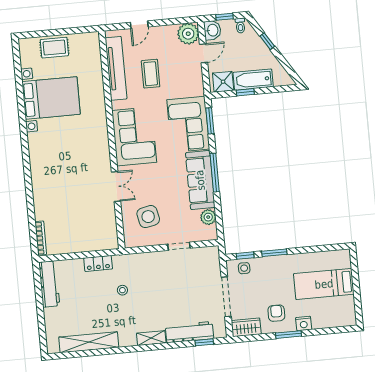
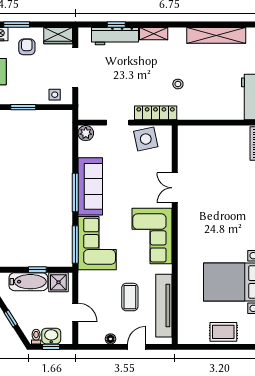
floor lamp: (166, 30) -> (110, 339), added
washbasin: (212, 30) -> (51, 336), moved, turned 90
plant: (188, 34) -> (89, 333), removed
door: (204, 53) -> (75, 312), swing flipped
window: (210, 121) -> (75, 245), width x1.44
side table: (148, 217) -> (146, 139), moved
plant: (208, 217) -> (86, 133), moved
window: (245, 256) -> (53, 107), removed
locker: (98, 263) -> (156, 113), moved, width x1.53
armchair: (276, 313) -> (27, 47), turned 180
window: (204, 342) -> (116, 24), moved

